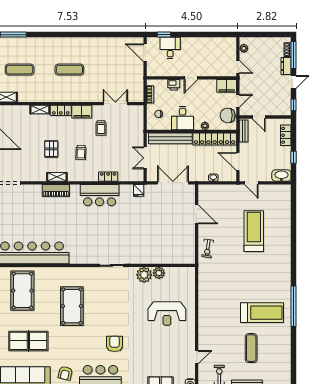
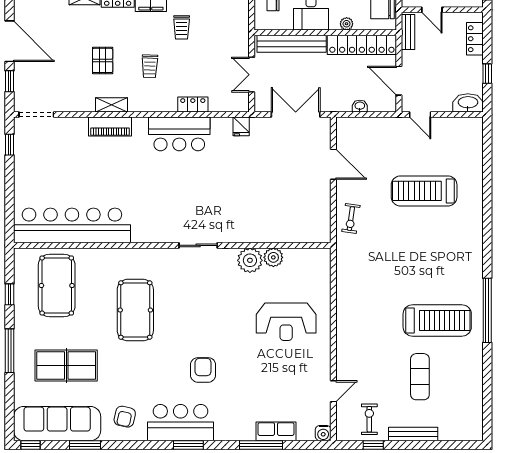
treadmill: (254, 231) -> (424, 191), turned -90

